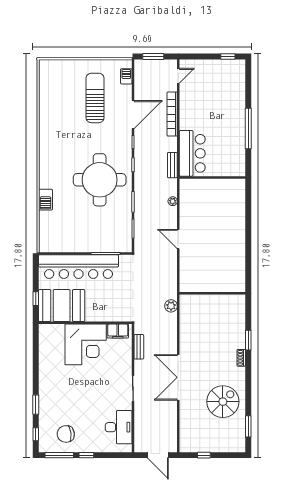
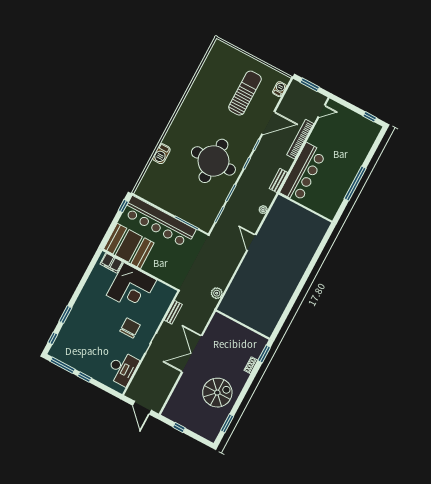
bar counter: (192, 153) -> (303, 173), width x1.36
wall: (212, 293) -> (243, 325), moved
window: (36, 299) -> (123, 206), moved
filing cabinet: (118, 331) -> (111, 263), moved
chair: (66, 434) -> (130, 328), moved, turned 98

